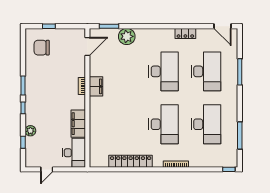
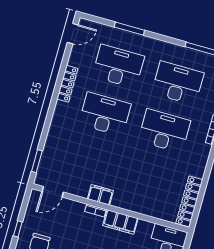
locker: (185, 33) -> (67, 84), width x1.53
plant: (127, 36) -> (54, 144), removed
door: (87, 46) -> (53, 192), swing flipped
filing cabinet: (78, 124) -> (120, 222), moved
locker: (131, 161) -> (189, 201), moved

